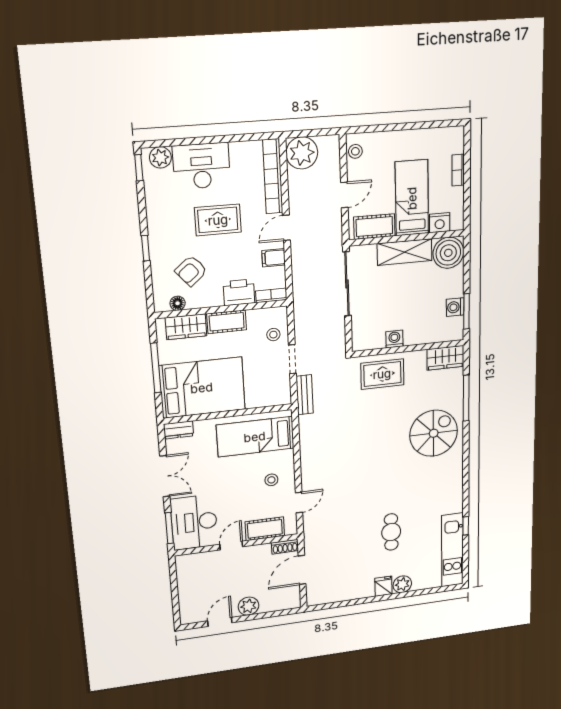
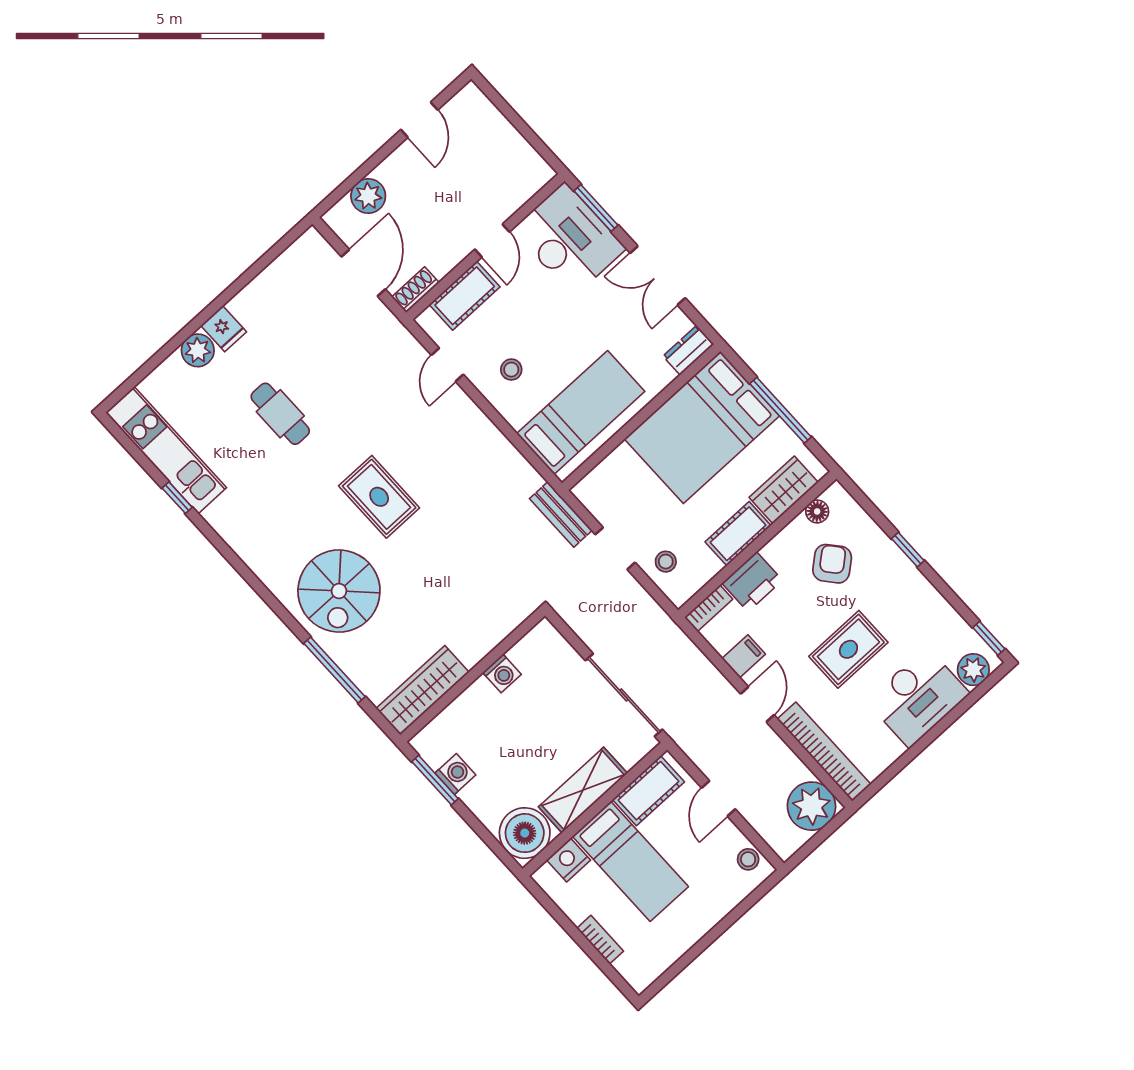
wardrobe: (445, 358) -> (422, 690), width x1.50
rug: (382, 374) -> (379, 497), moved, turned 90
plant: (248, 606) -> (368, 196), moved

